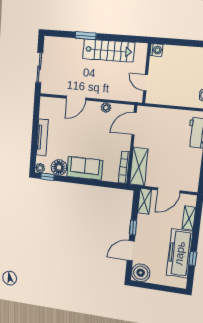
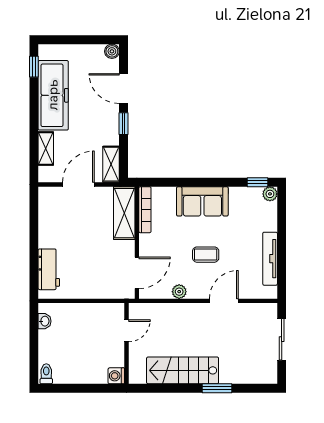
door: (146, 83) -> (126, 331), hinge flipped
coffee table: (86, 132) -> (206, 255), added
tv unit: (42, 137) -> (270, 259), moved
floor lamp: (59, 167) -> (241, 198), removed
door: (131, 251) -> (124, 89), swing flipped
window: (193, 259) -> (34, 67), moved
boiler: (141, 273) -> (112, 51), width x0.54, depth x0.54

